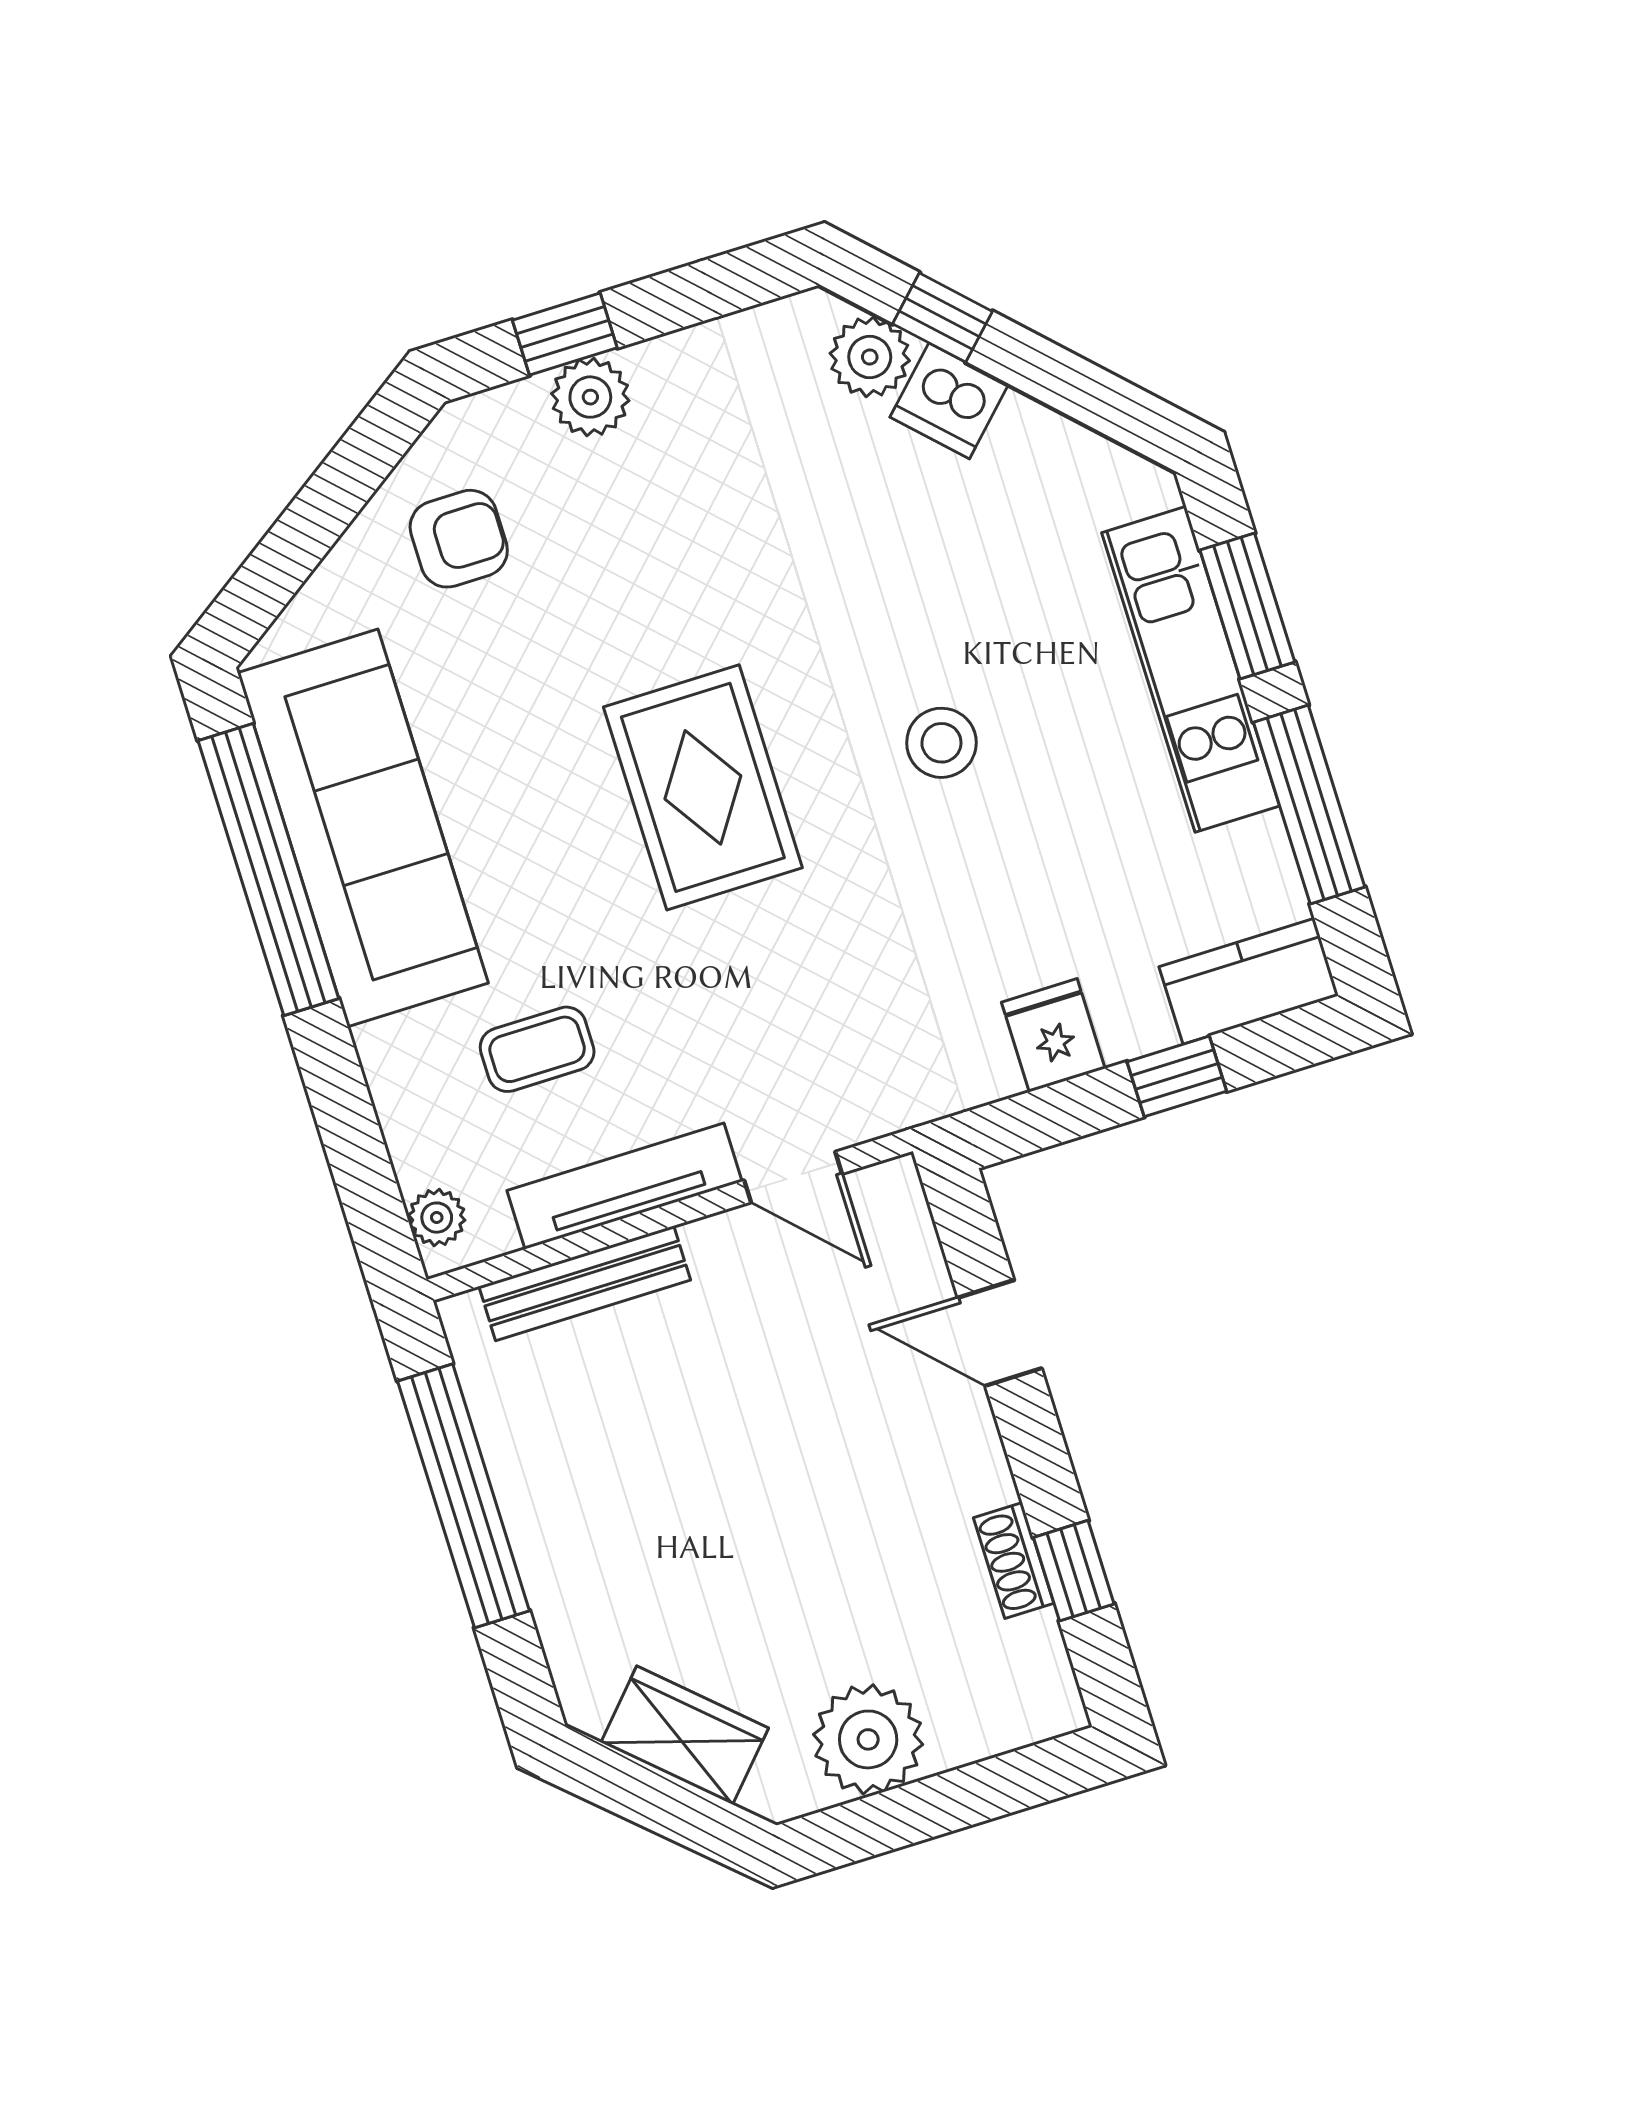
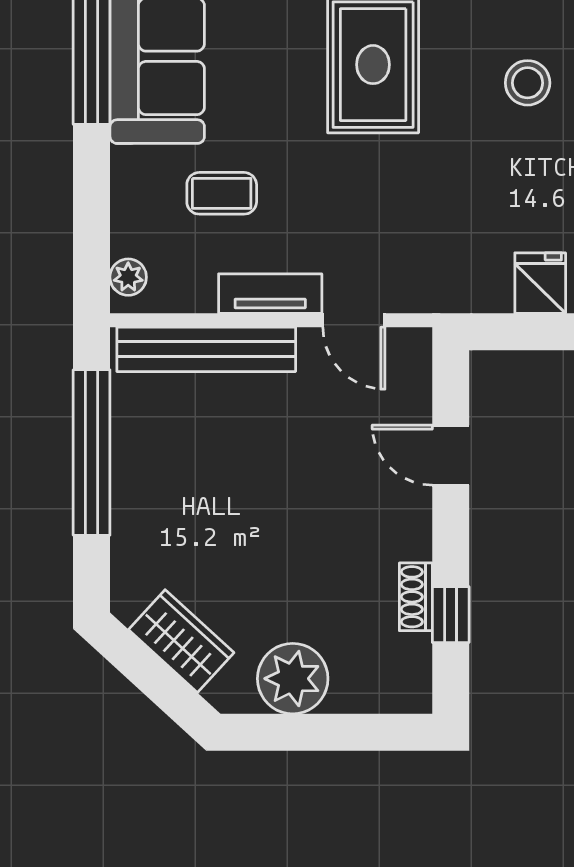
tv unit: (624, 1186) -> (270, 294), width x0.71
bench: (585, 1283) -> (206, 349), width x1.37, depth x1.21

